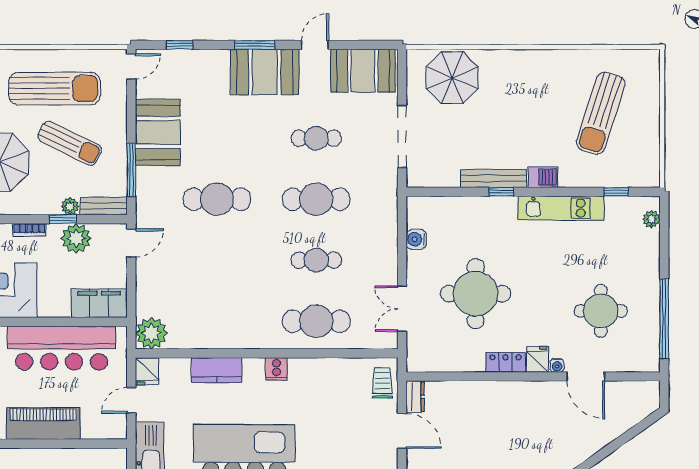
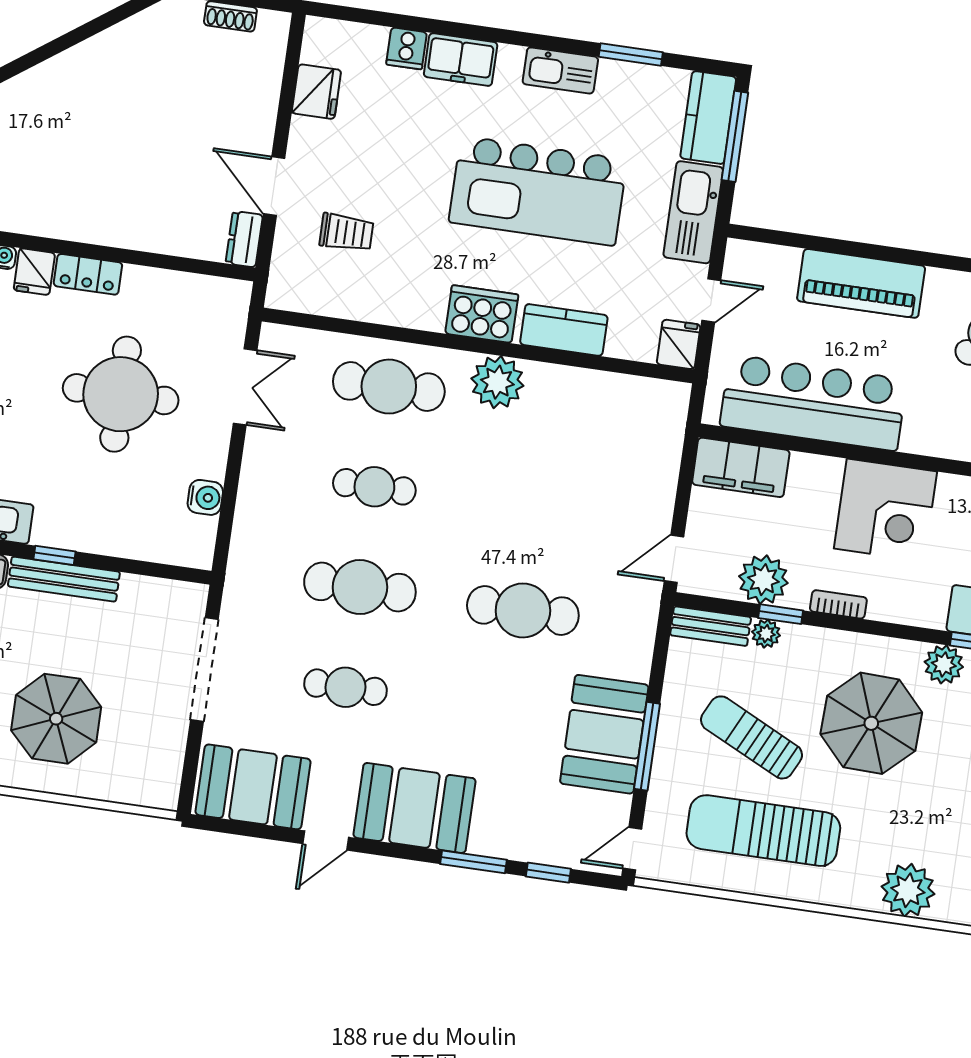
window: (255, 45) -> (474, 862), moved
parasol: (452, 78) -> (56, 719), moved
window: (131, 170) -> (647, 746), moved
plant: (151, 333) -> (497, 382), moved
cooker: (276, 369) -> (482, 314), width x1.87, depth x1.31
trolley: (382, 383) -> (346, 232), moved, turned -90

